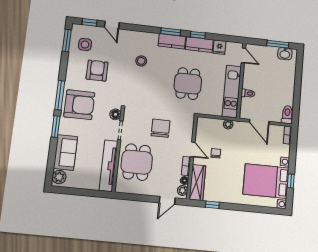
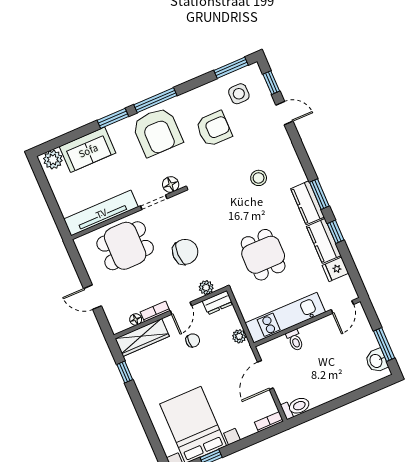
door: (112, 25) -> (284, 113), swing flipped
dining table: (188, 84) -> (263, 255), turned 90
dresser: (201, 126) -> (218, 303), added
plant: (183, 190) -> (206, 288), moved
door: (167, 200) -> (93, 297), moved

